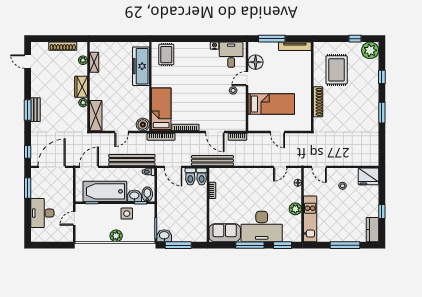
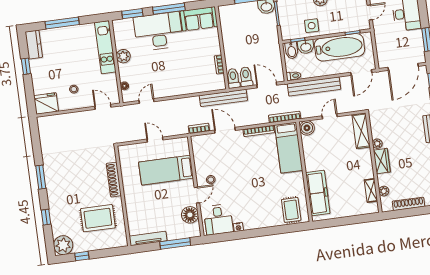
rug: (337, 70) -> (98, 218), turned 90

